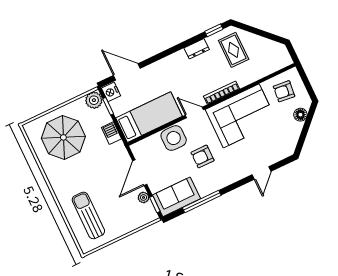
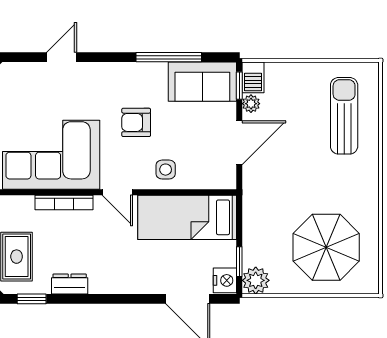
barbecue: (111, 133) -> (253, 77), moved
side table: (174, 138) -> (166, 170), width x0.54, depth x0.54
armchair: (203, 156) -> (136, 122), turned 180
sun lounger: (88, 215) -> (344, 116), turned 180

